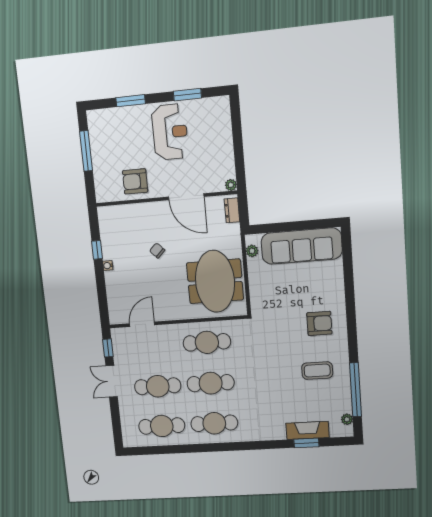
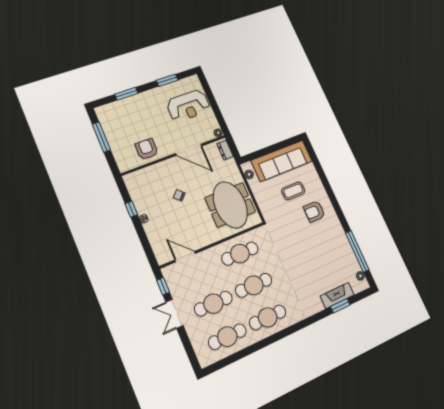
reception desk: (170, 132) -> (188, 106), moved, turned 90
armchair: (135, 181) -> (147, 149), turned 91
armchair: (319, 323) -> (314, 211), turned 180
door: (142, 324) -> (185, 257), hinge flipped
coffee table: (317, 371) -> (293, 191), moved

